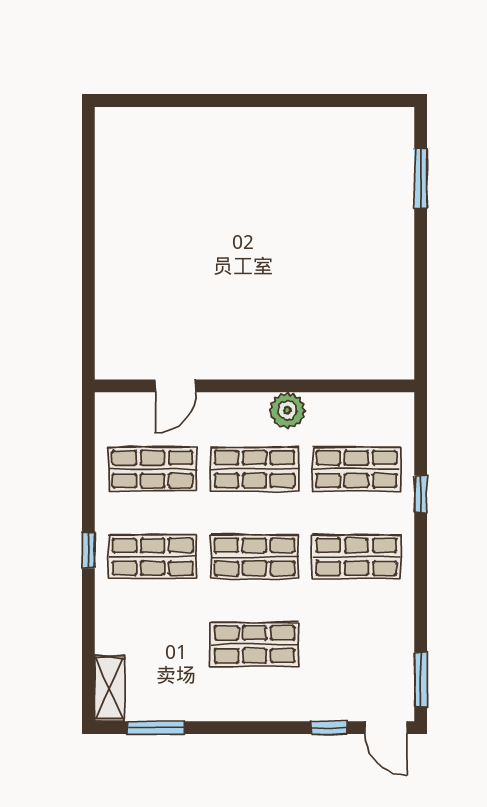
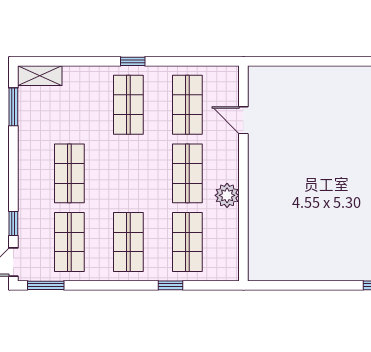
shop shelf: (255, 557) -> (69, 242), moved

